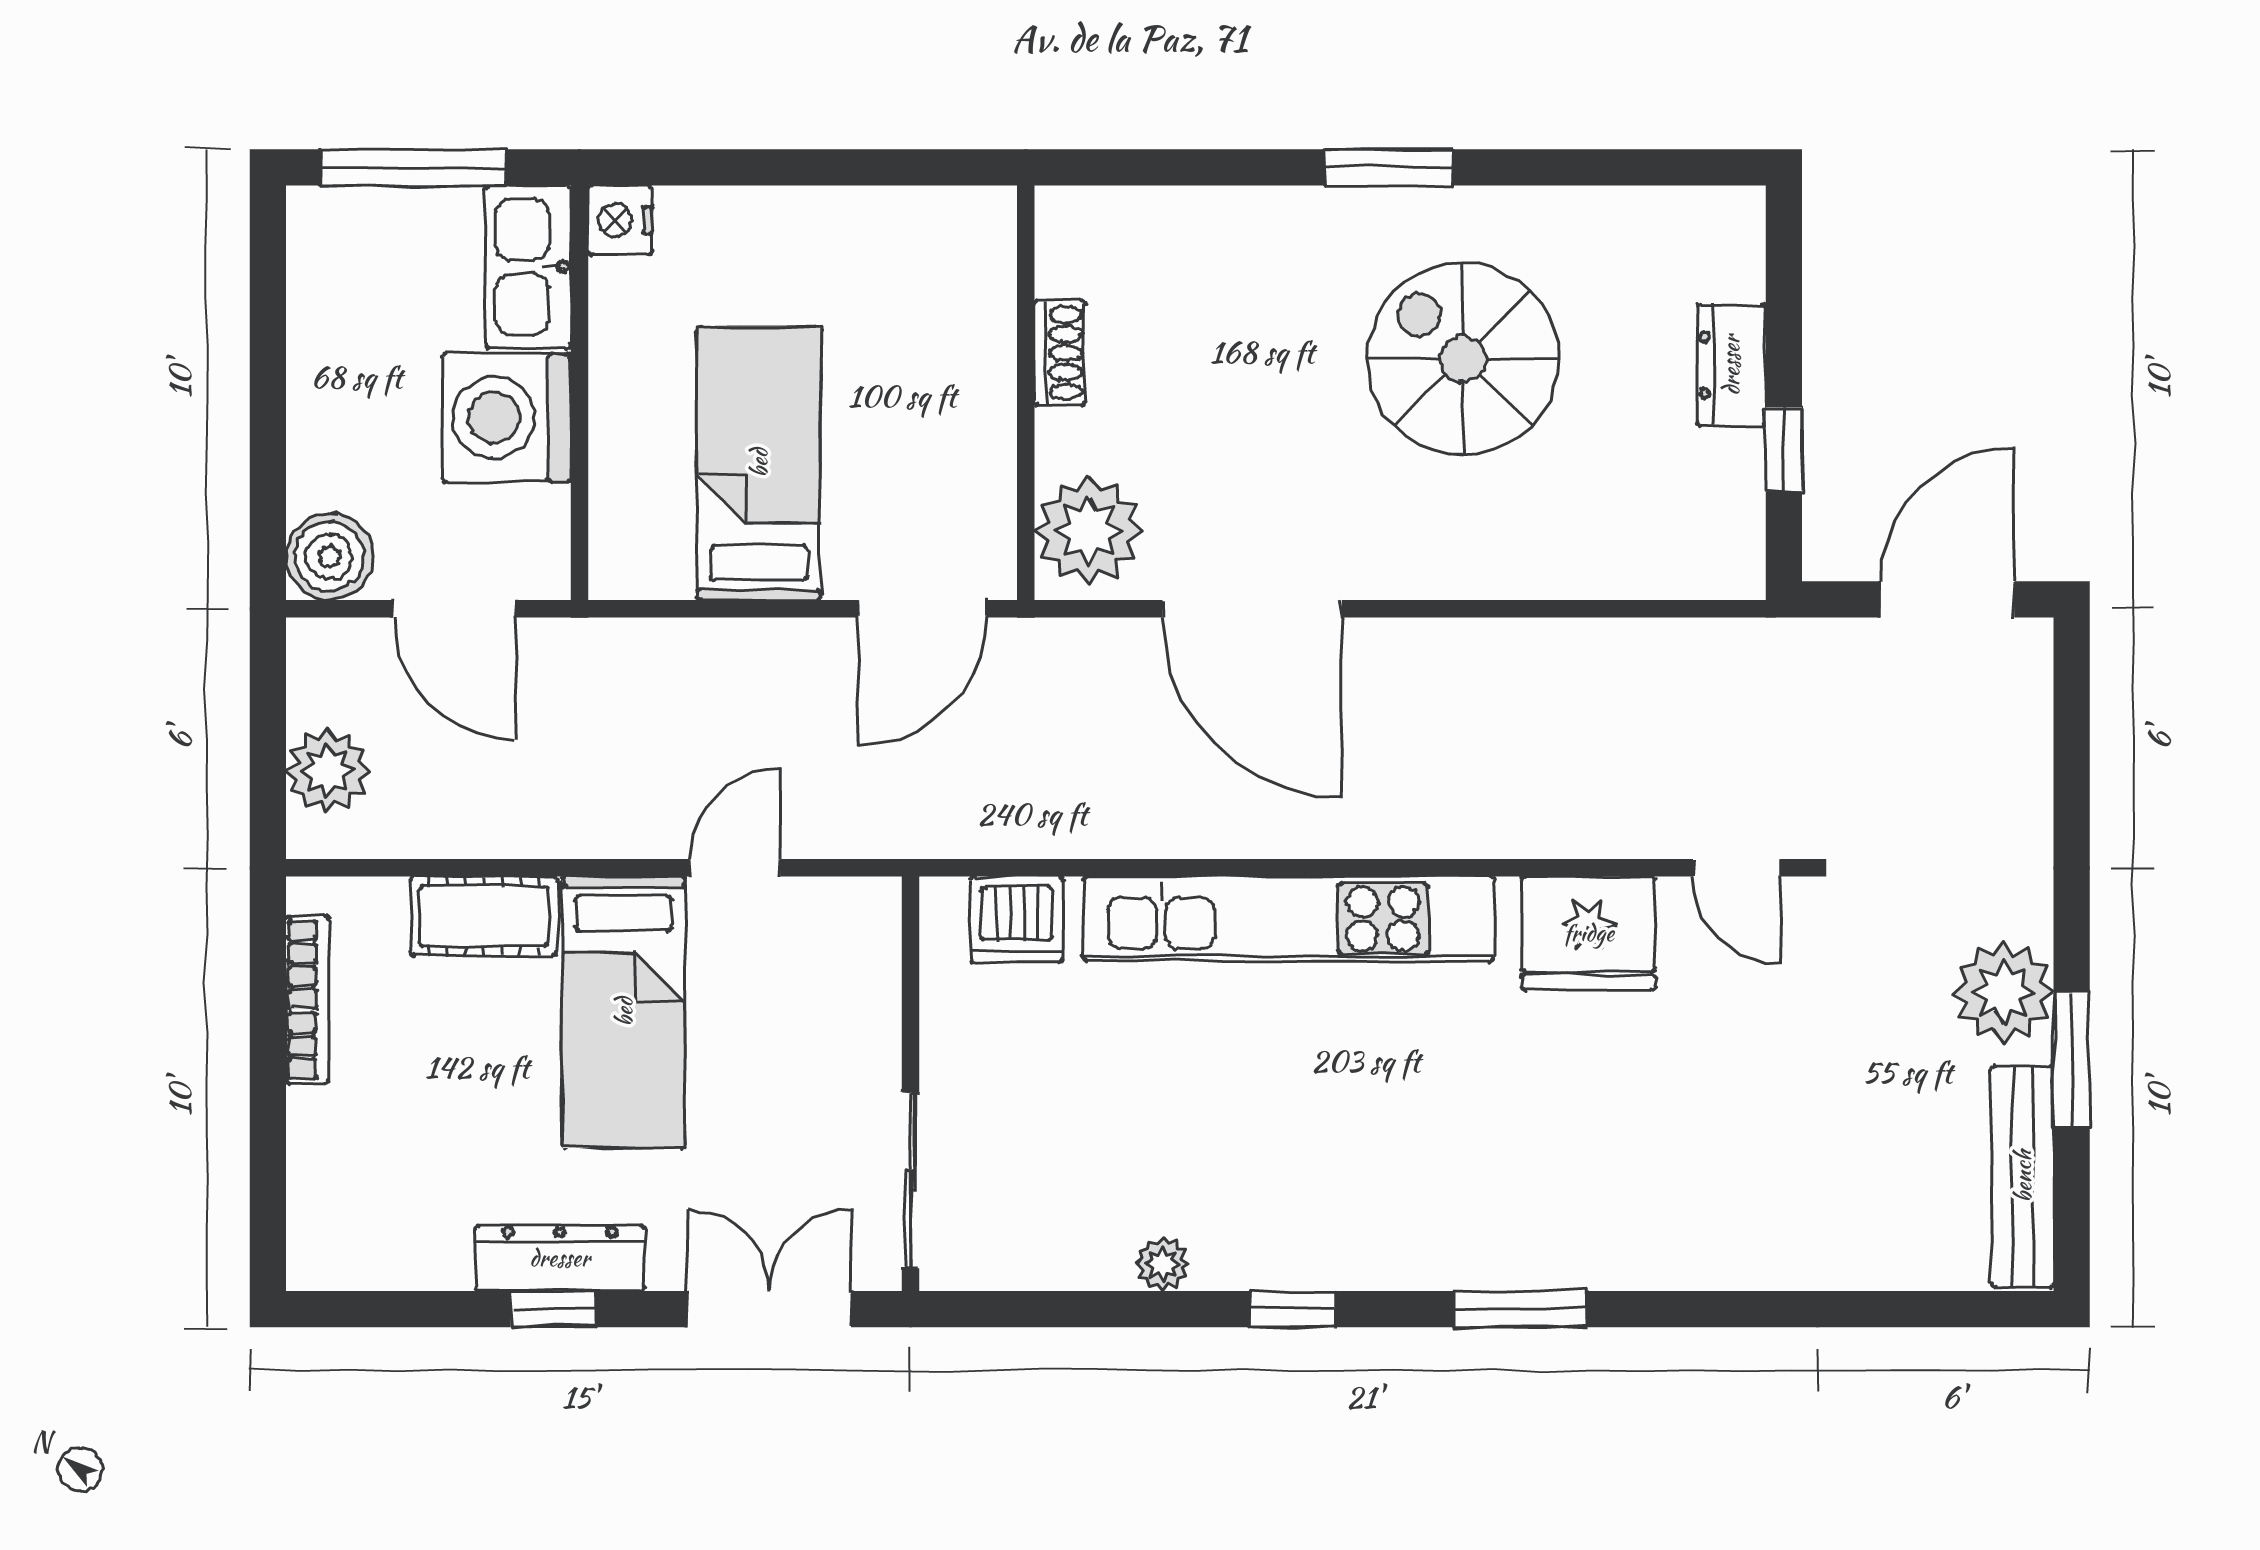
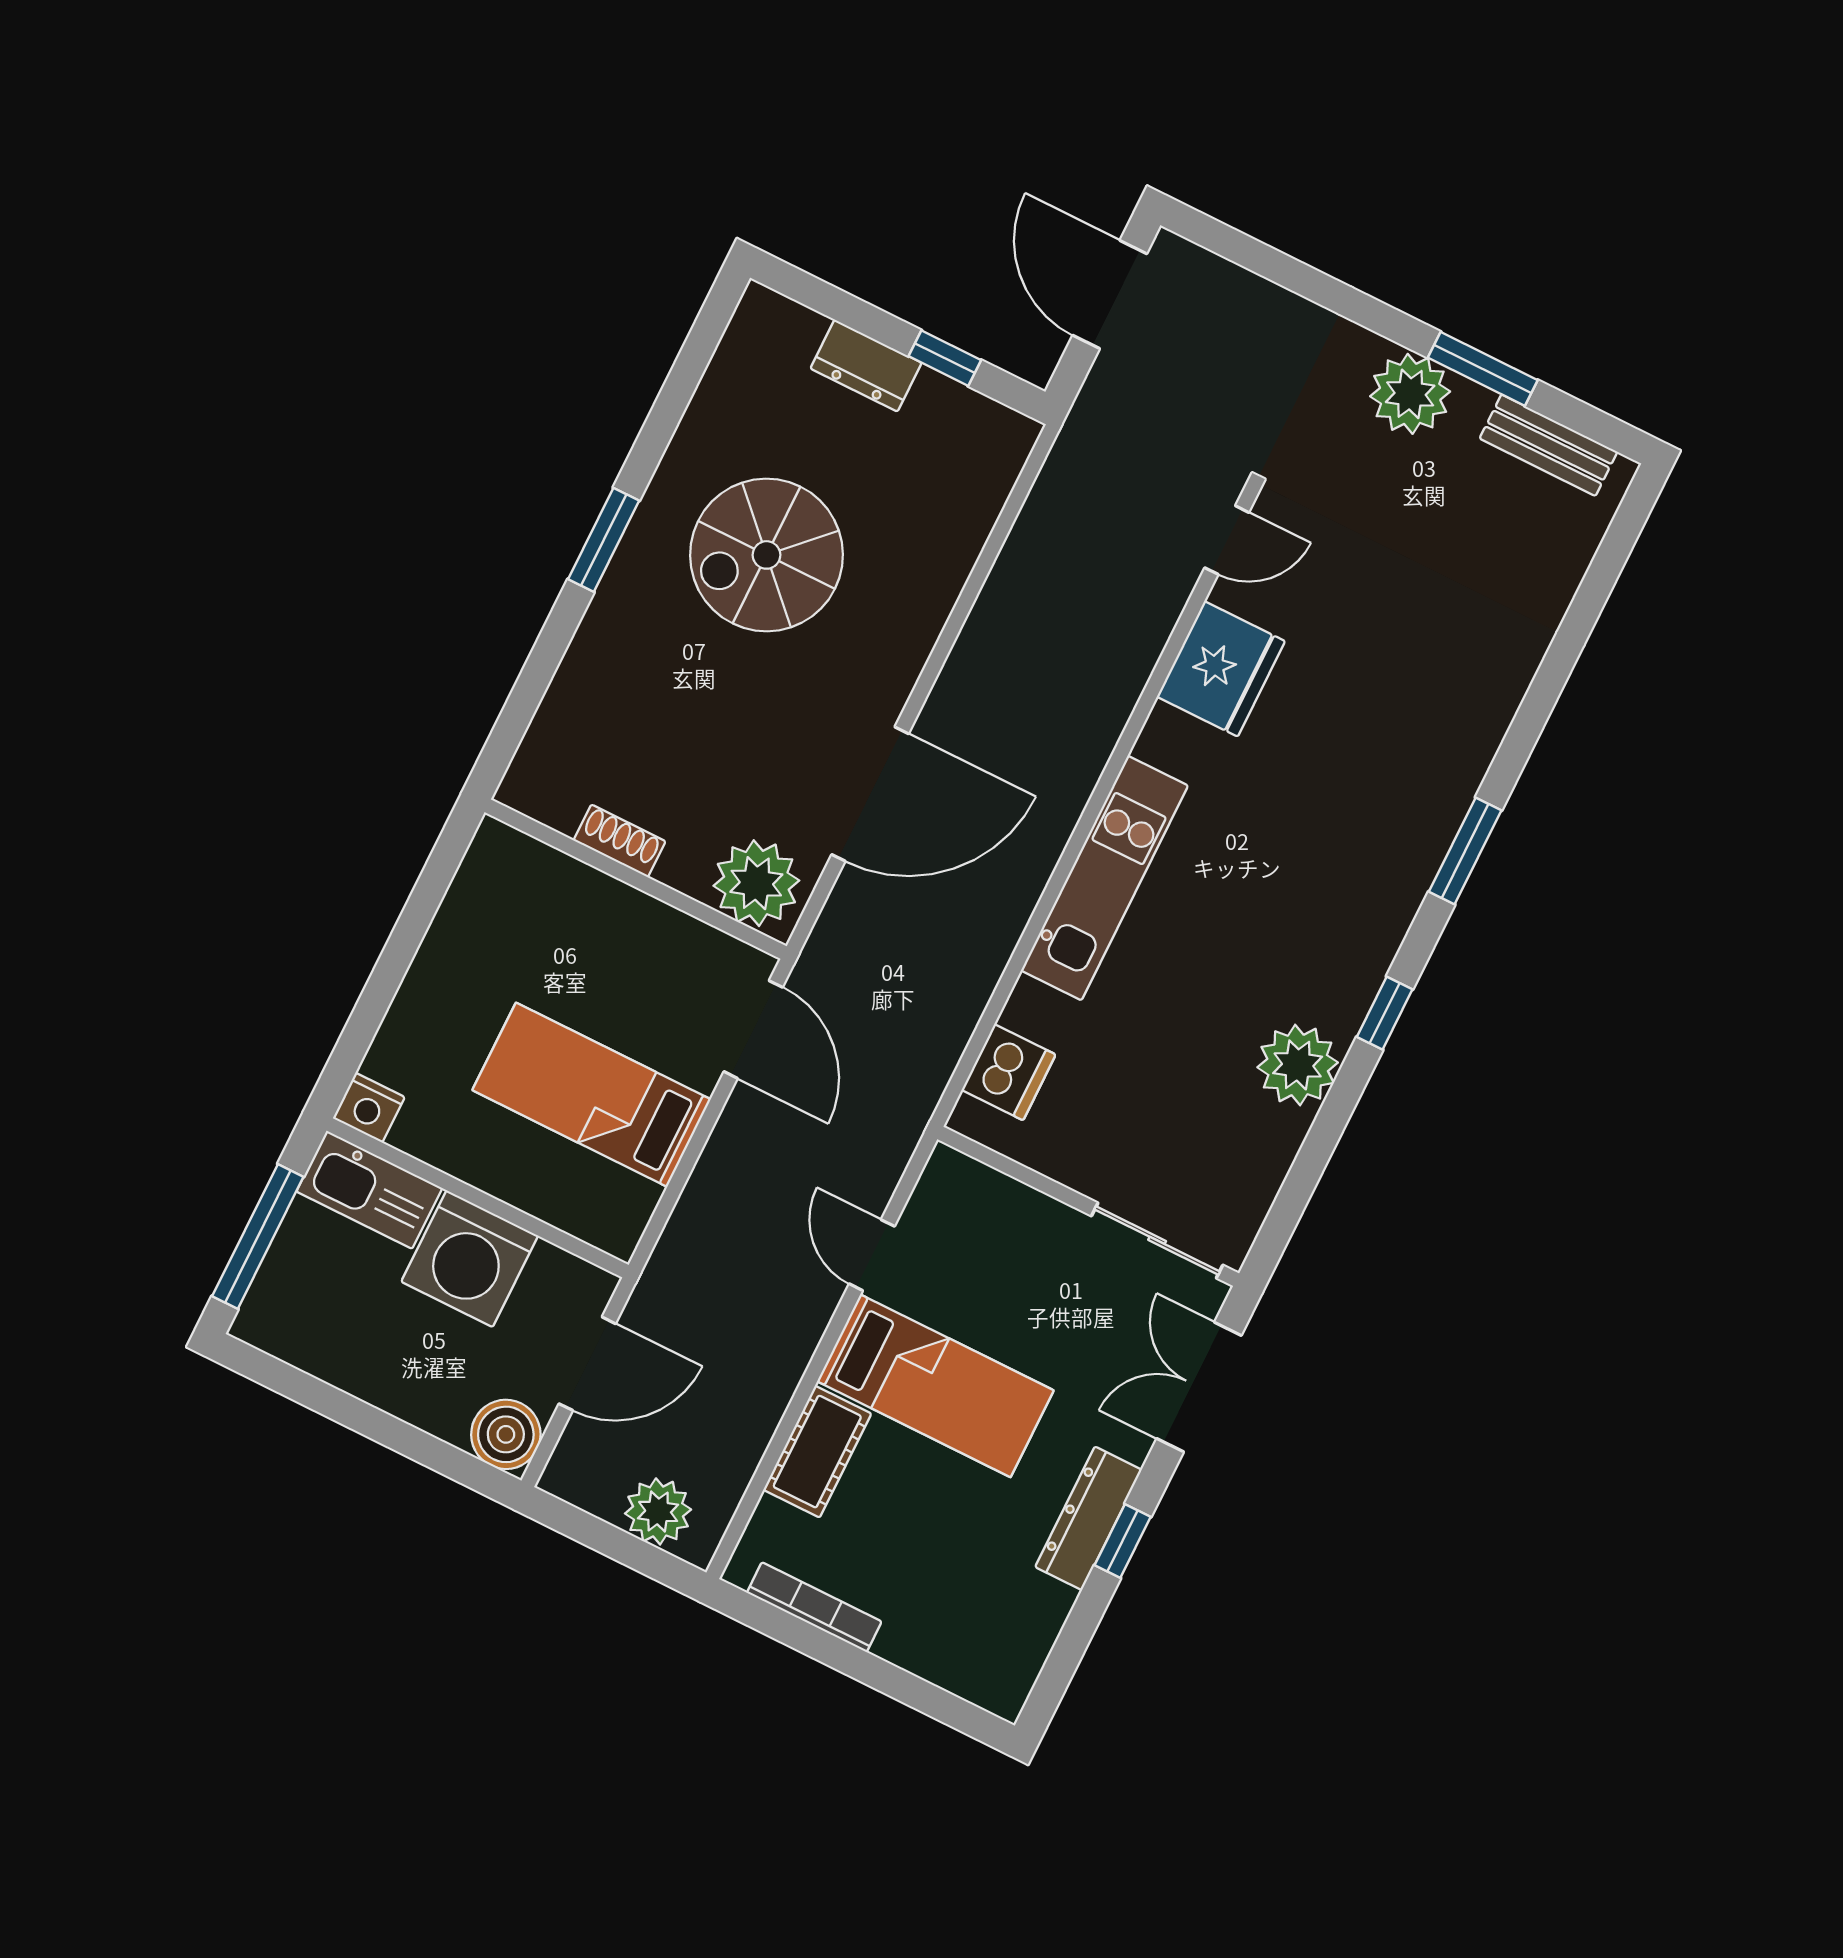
kitchen unit: (1289, 919) -> (1104, 878), width x0.73
bench: (2023, 1176) -> (1548, 445), width x0.73
plant: (1162, 1264) -> (1298, 1065), width x1.87, depth x1.87

